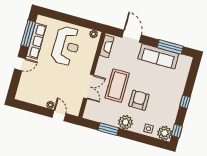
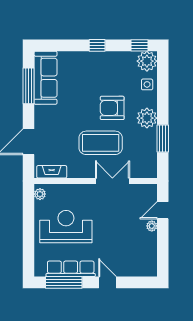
sofa: (158, 56) -> (46, 78), moved

